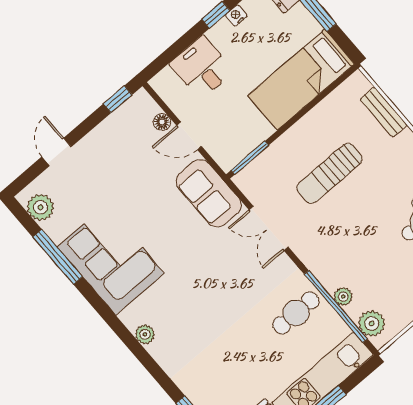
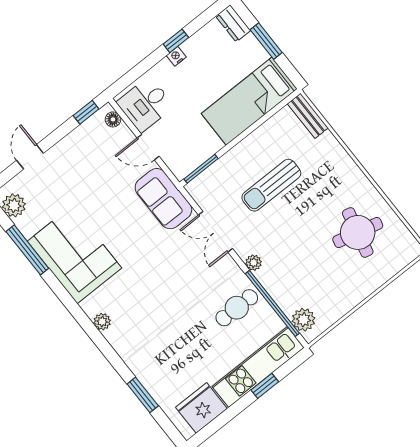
nightstand: (236, 15) -> (176, 56), moved
desk: (202, 68) -> (145, 104), moved, turned -90
bench: (384, 112) -> (308, 116), moved
floor lamp: (162, 122) -> (113, 119), moved
plant: (343, 297) -> (254, 263), moved

